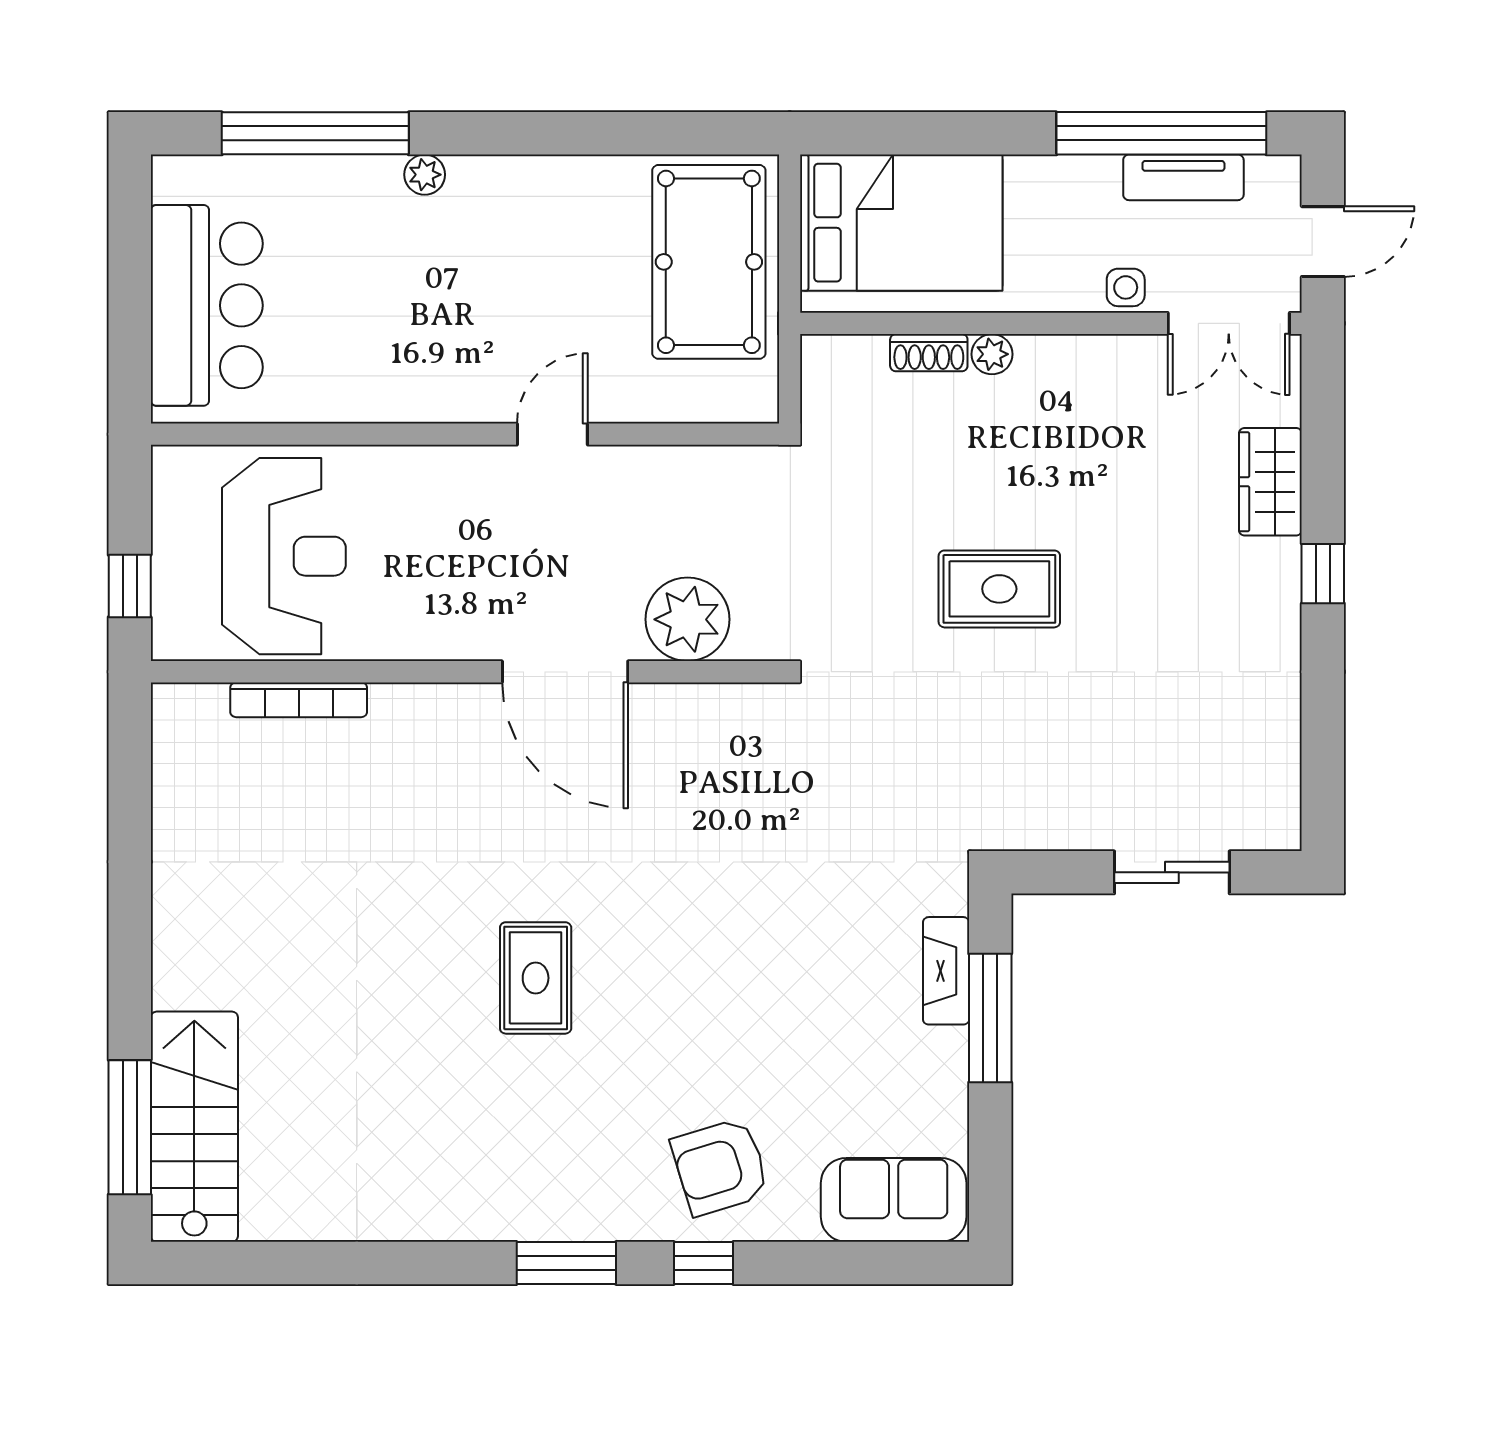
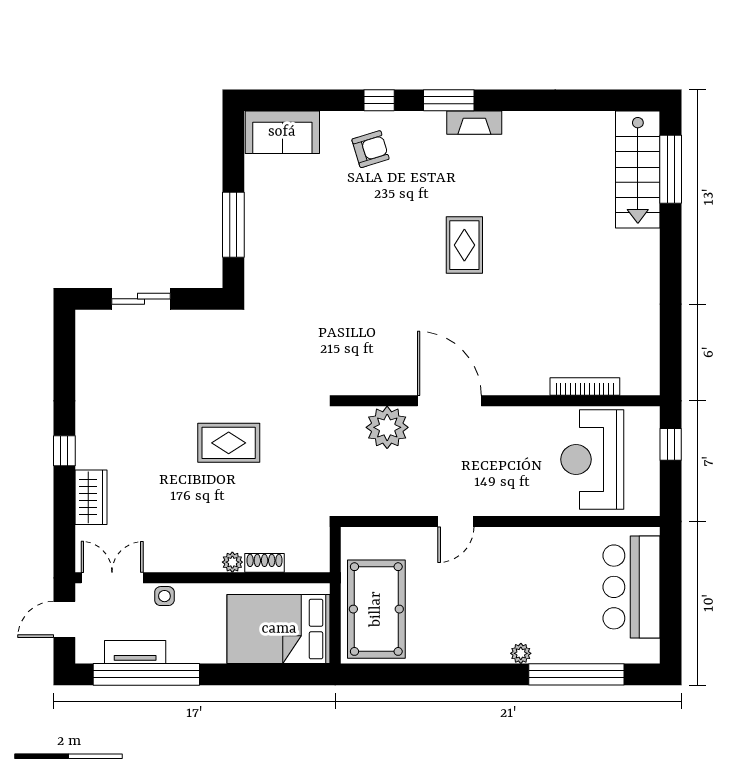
fireplace: (946, 971) -> (474, 123), moved, turned 90
armchair: (720, 1167) -> (370, 149), width x0.72, depth x0.72

